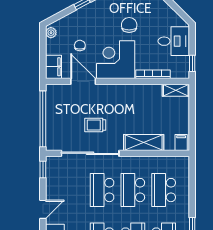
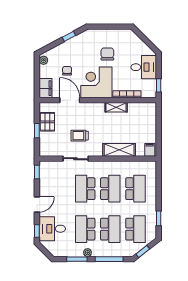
shelving: (176, 90) -> (116, 107), moved
pallet: (56, 108) -> (47, 122), added
window: (43, 119) -> (37, 131), width x0.32
sliding door: (90, 153) -> (76, 159), width x0.54
school desk: (133, 190) -> (110, 189), turned 180
school desk: (164, 190) -> (135, 189), turned 180

